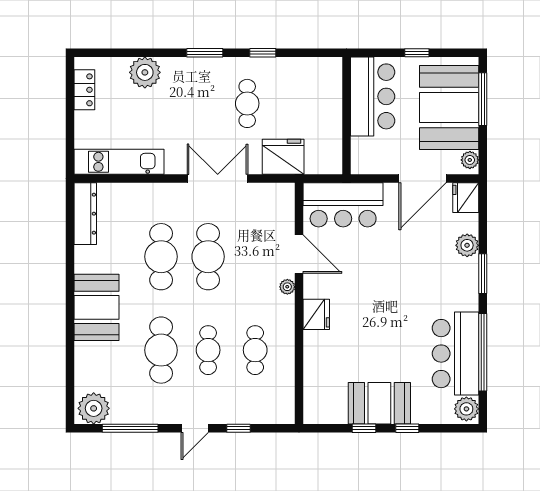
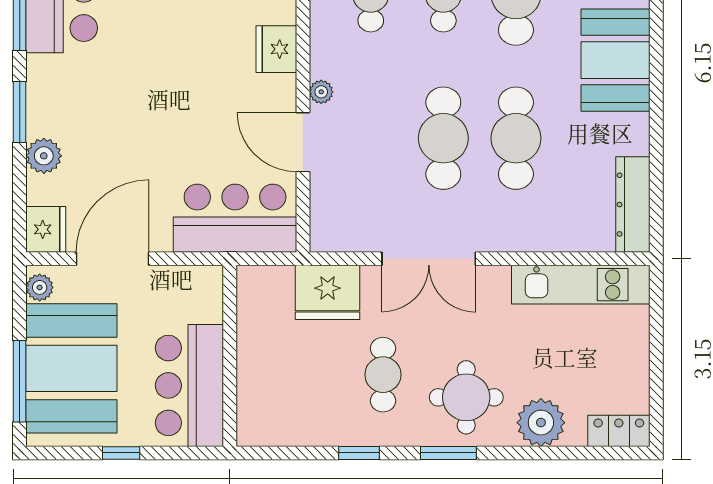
round table: (193, 89) -> (466, 397), added
locker: (84, 90) -> (619, 431), moved, turned 90

